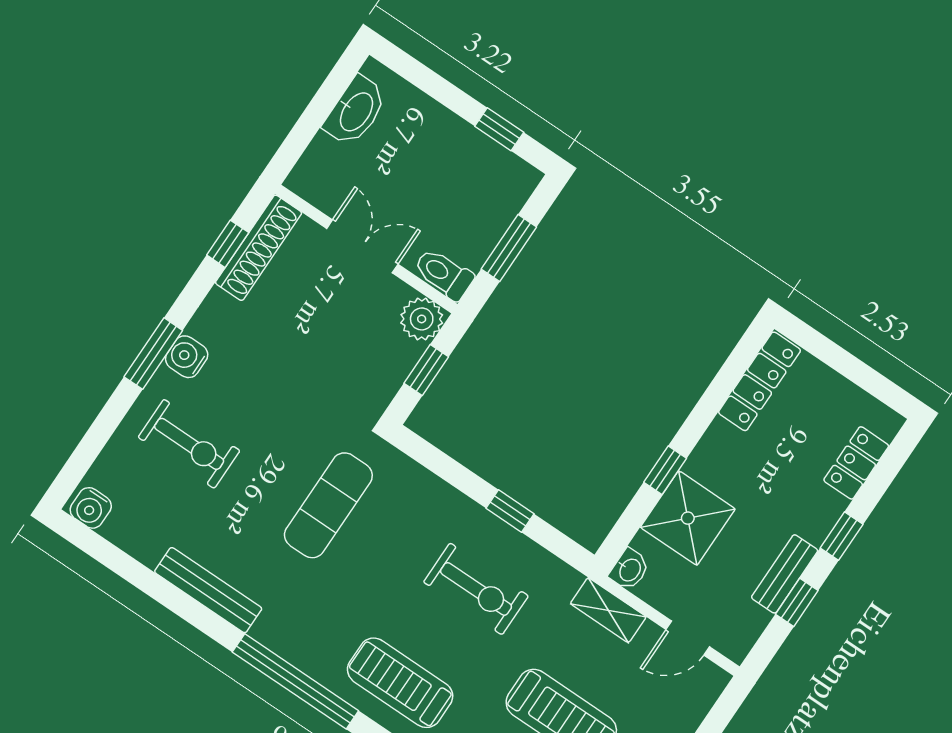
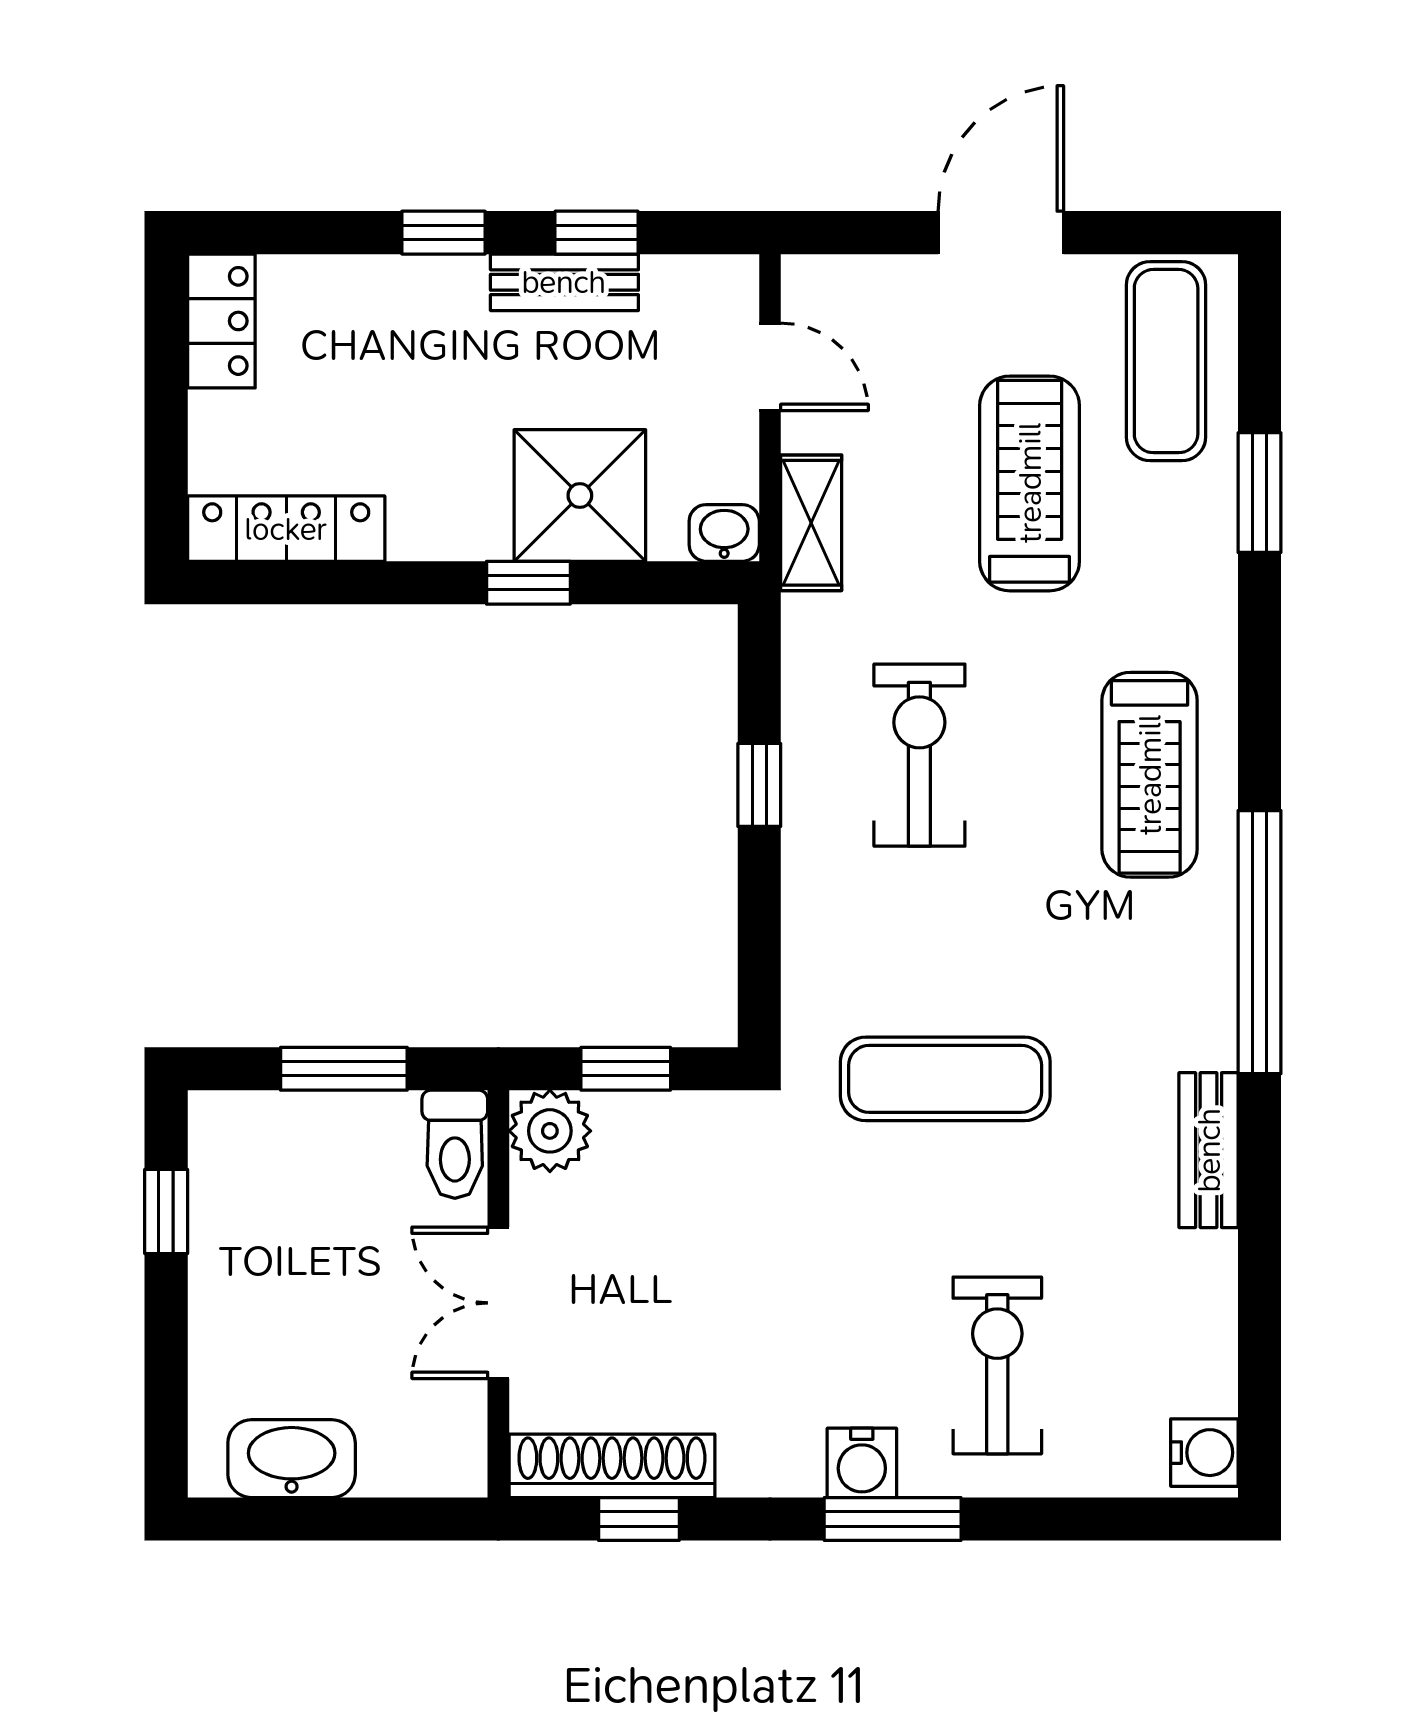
locker: (856, 463) -> (221, 321), moved, turned -90
bench: (208, 590) -> (1209, 1150), width x0.73

